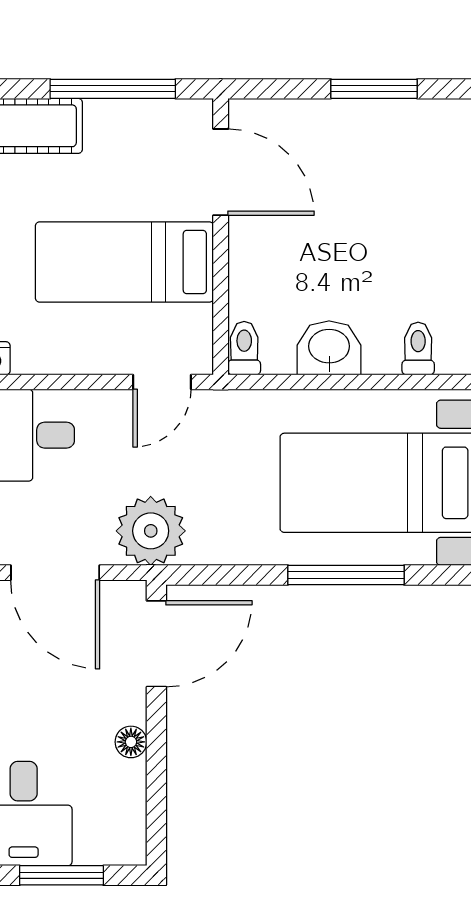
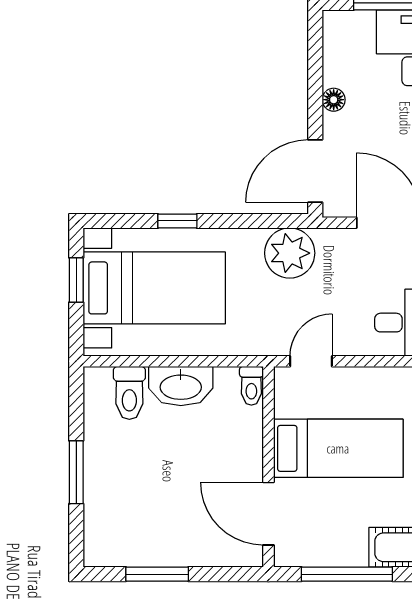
washbasin: (329, 348) -> (181, 386), width x1.38
toilet: (418, 348) -> (129, 393), width x1.37, depth x1.39
plant: (151, 531) -> (290, 253), moved
window: (346, 575) -> (177, 221), width x0.46

